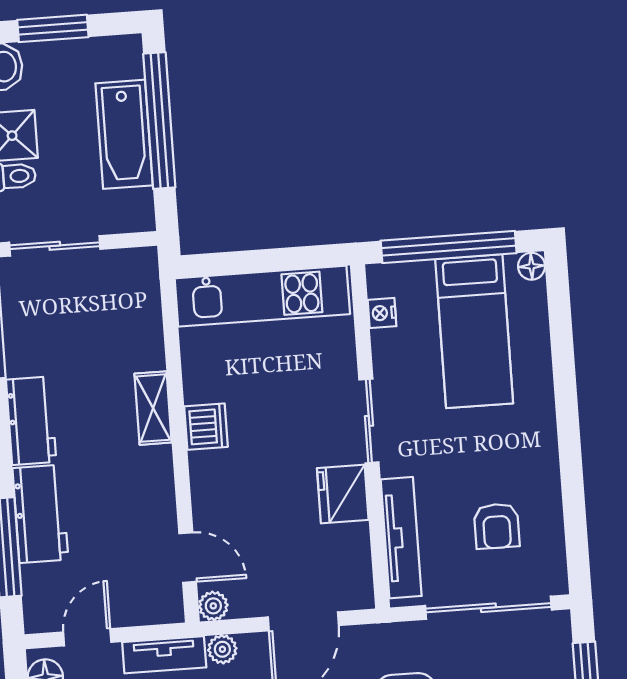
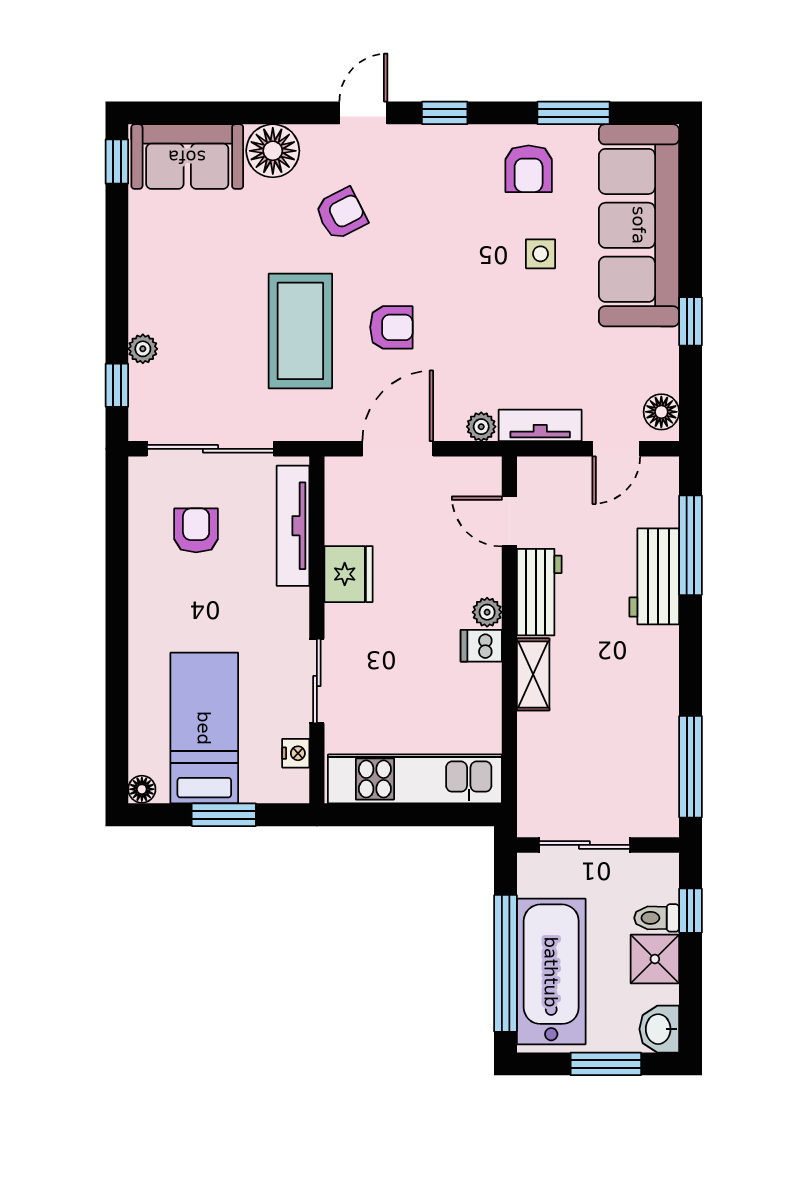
bathtub: (124, 134) -> (551, 972), width x1.36, depth x1.36
sliding door: (55, 246) -> (584, 845), moved
window: (449, 247) -> (224, 815), width x0.47
workbench: (31, 421) -> (539, 592), moved, turned 180
sliding door: (369, 421) -> (317, 681), moved
dishwasher: (206, 427) -> (481, 646), width x0.73
plant: (213, 606) -> (487, 612), moved

